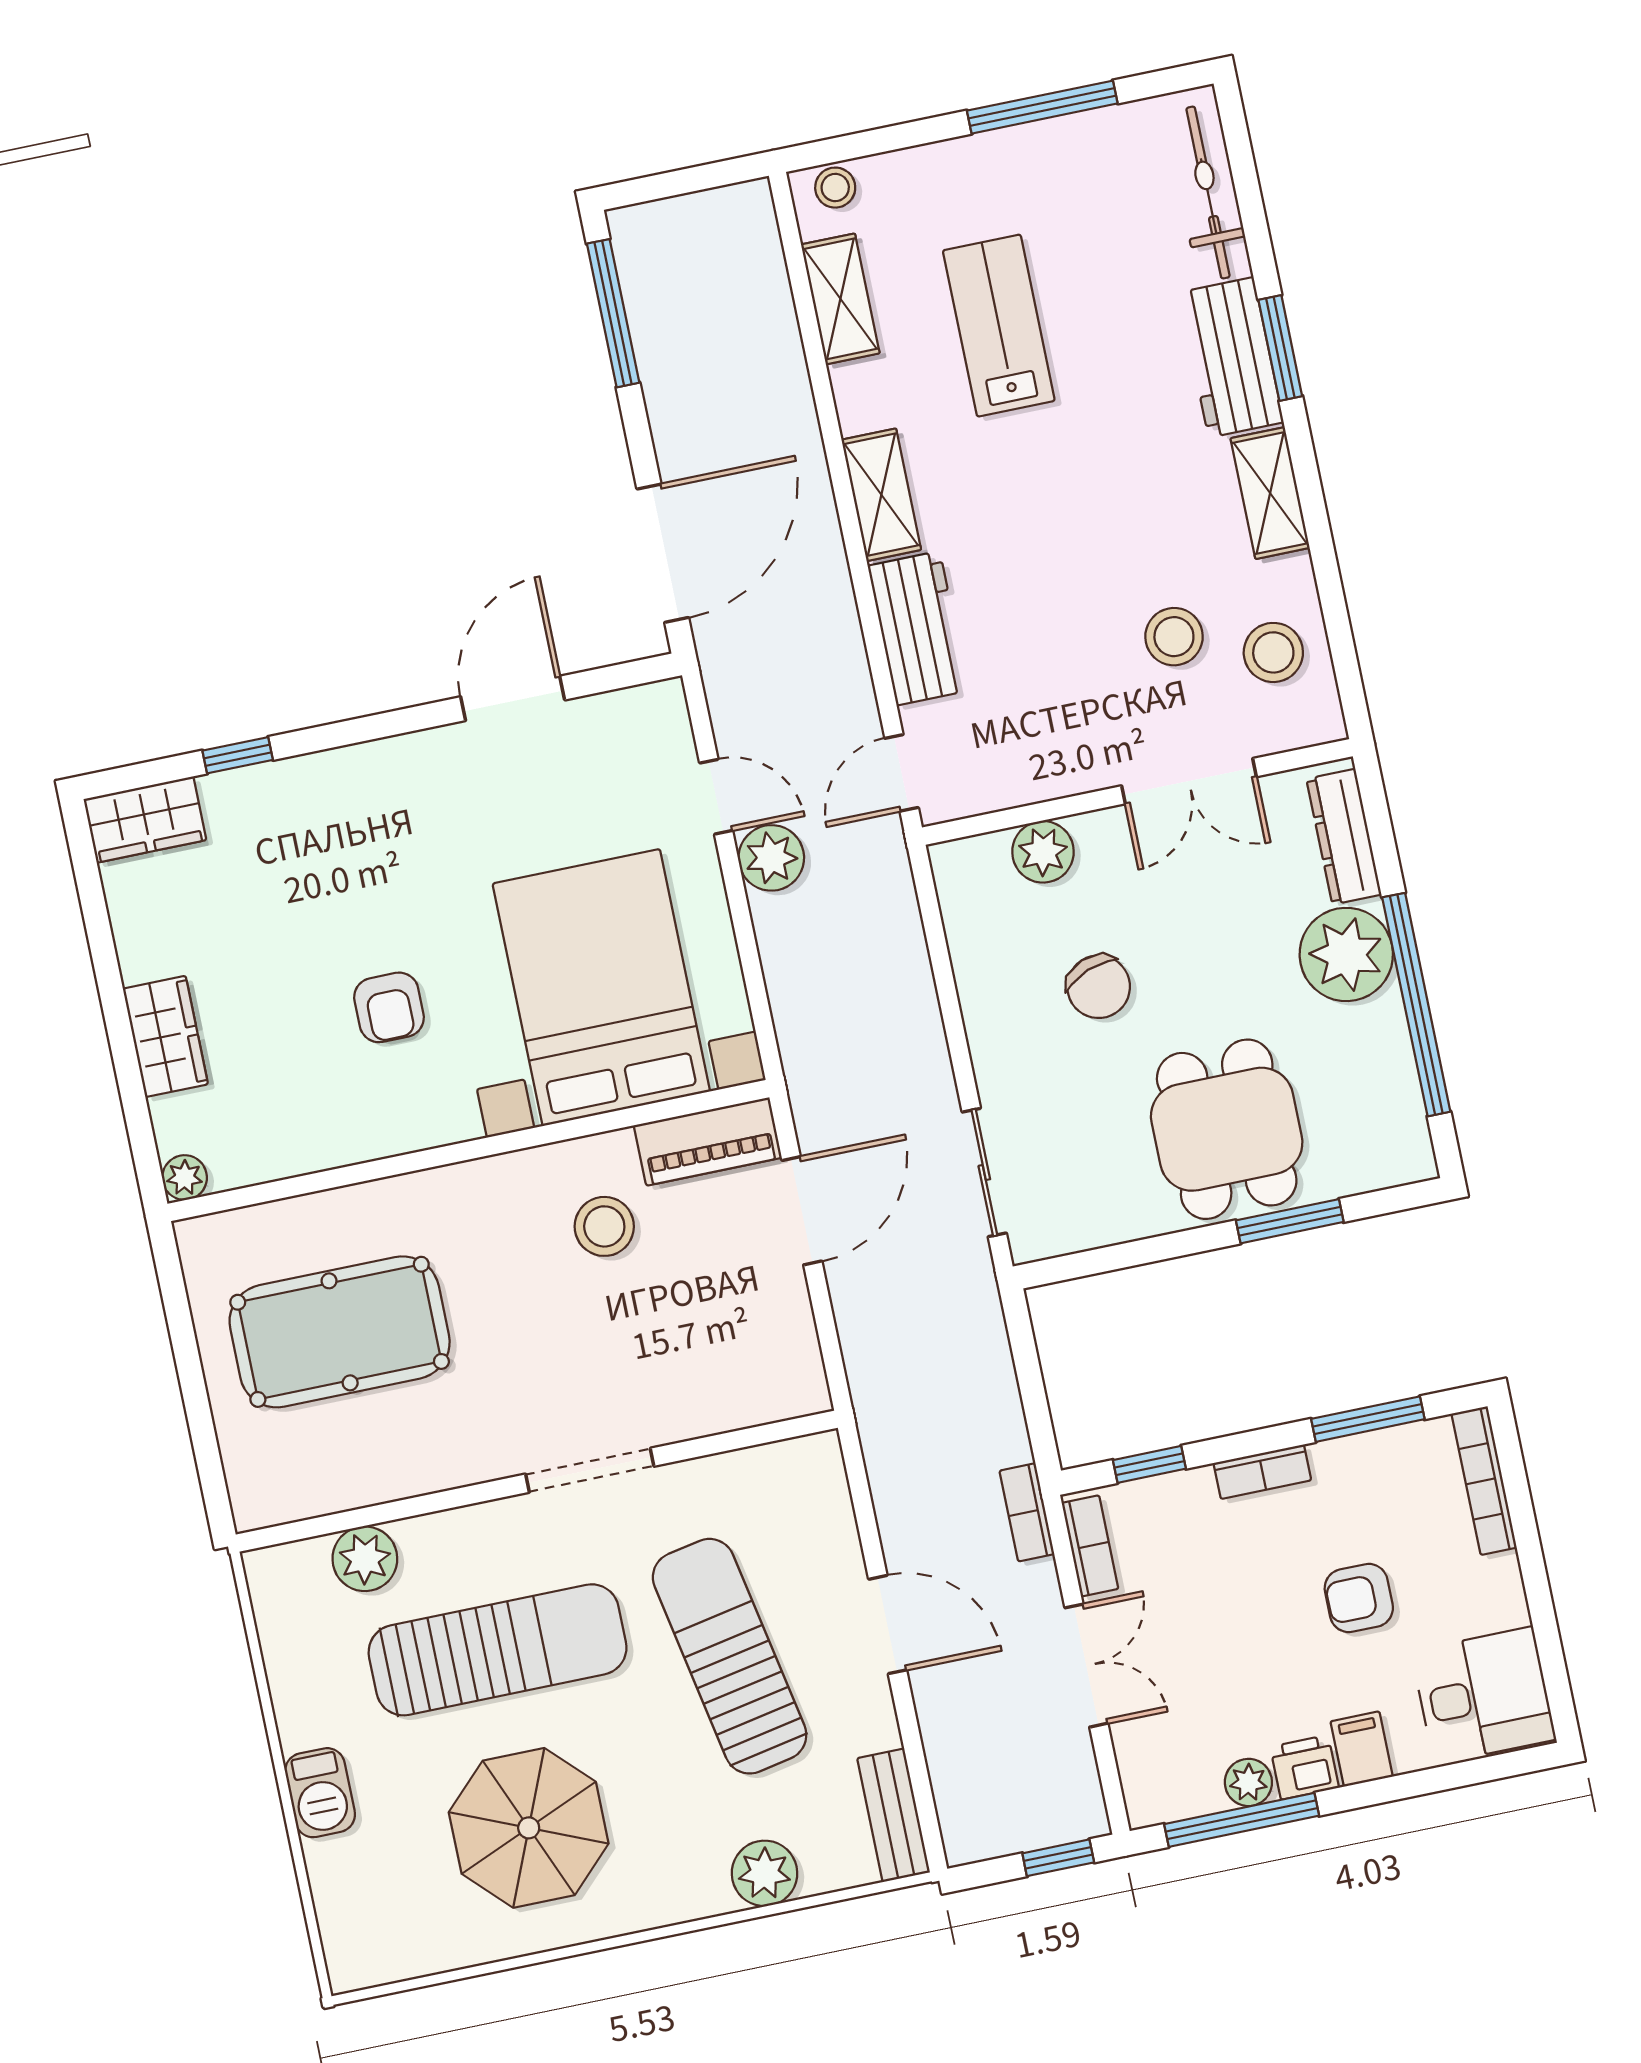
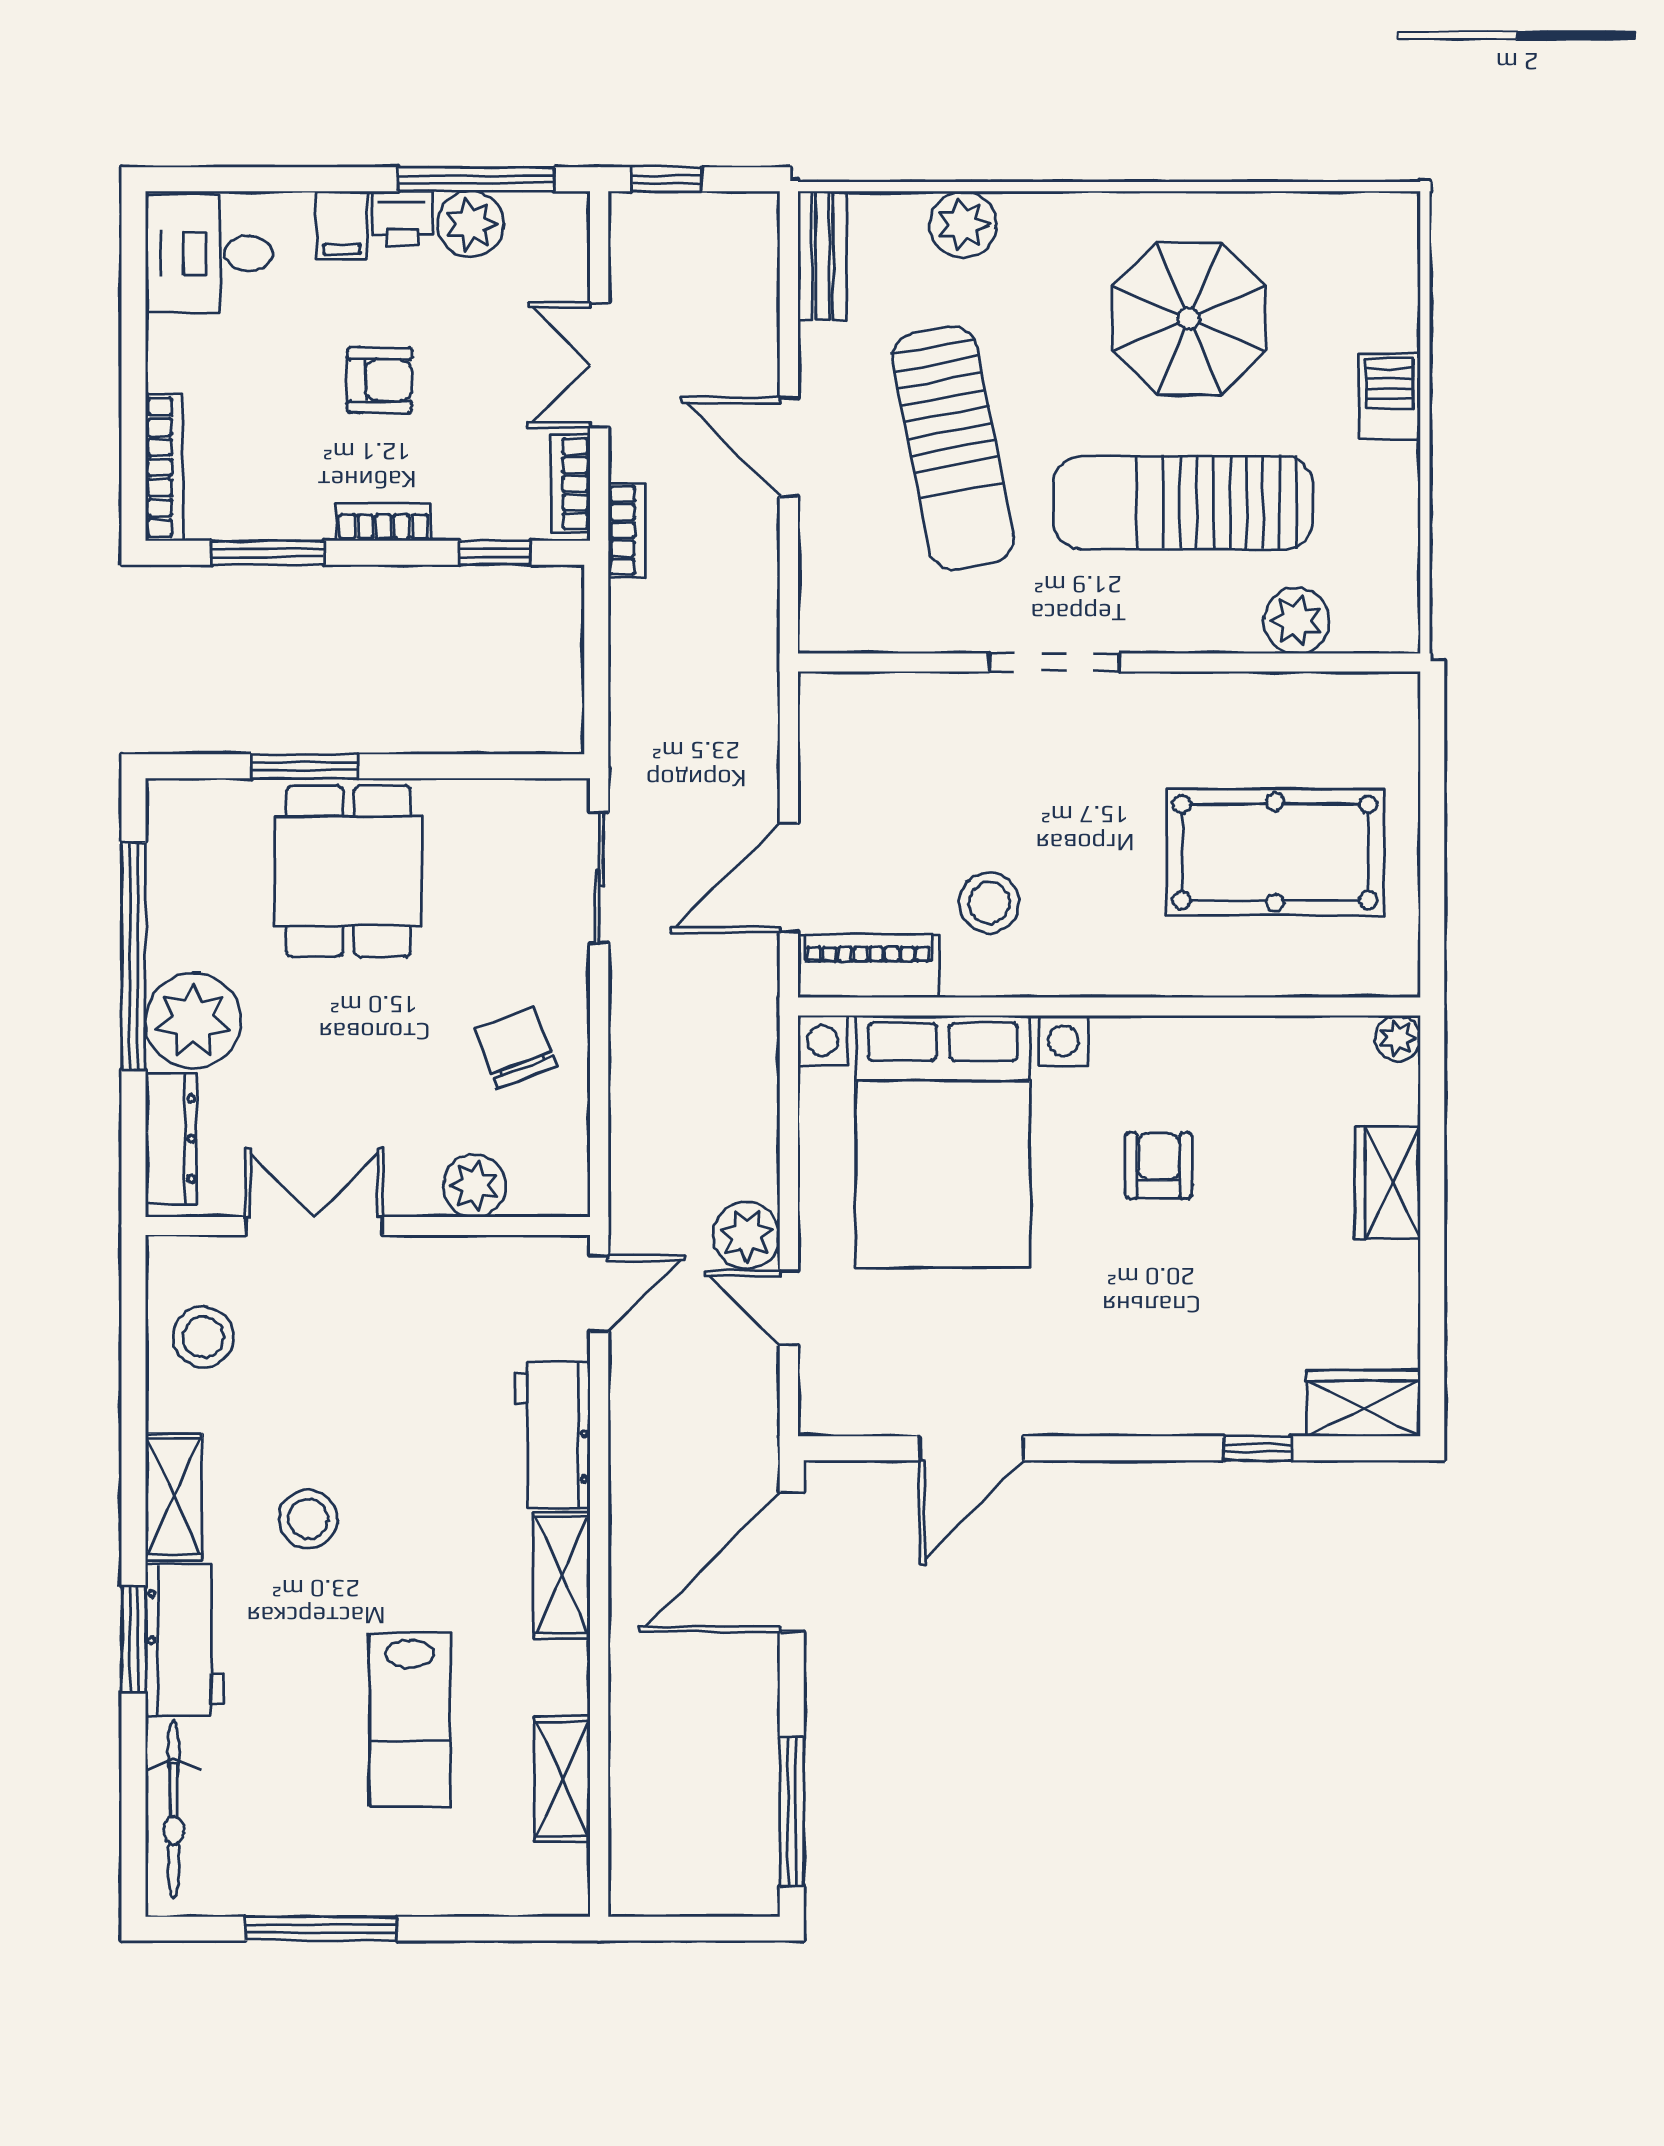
stool: (835, 188) -> (544, 1891), removed
stool: (1174, 637) -> (308, 1519), moved
chair: (1099, 987) -> (515, 1048), moved
armchair: (1359, 1598) -> (380, 380), moved
plant: (1248, 1782) -> (471, 224), width x1.38, depth x1.38

